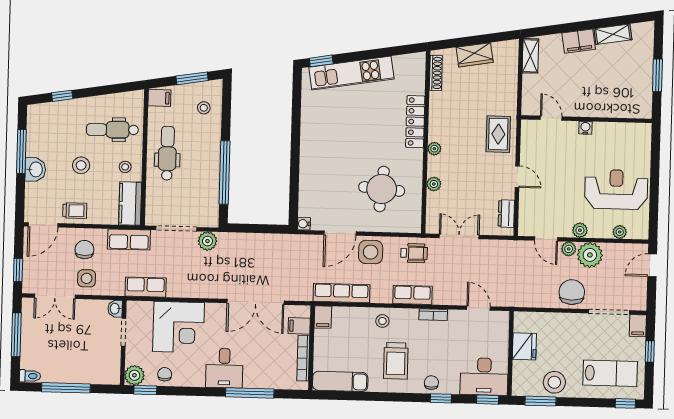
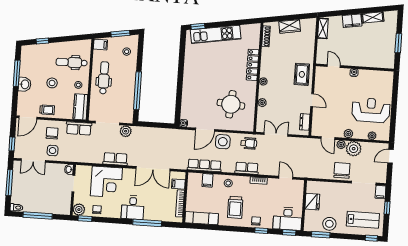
row of seats: (146, 287) -> (115, 159), moved
filing cabinet: (323, 317) -> (207, 180), moved

